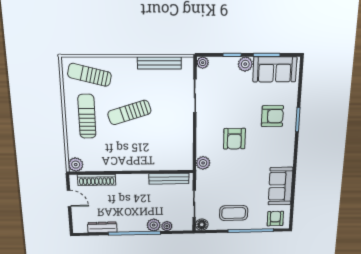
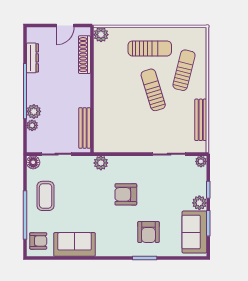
sun lounger: (89, 75) -> (184, 70), moved

